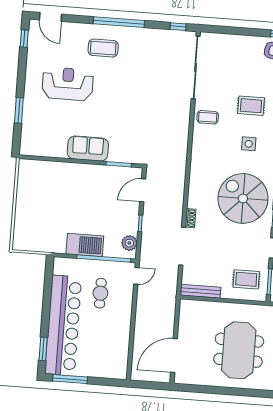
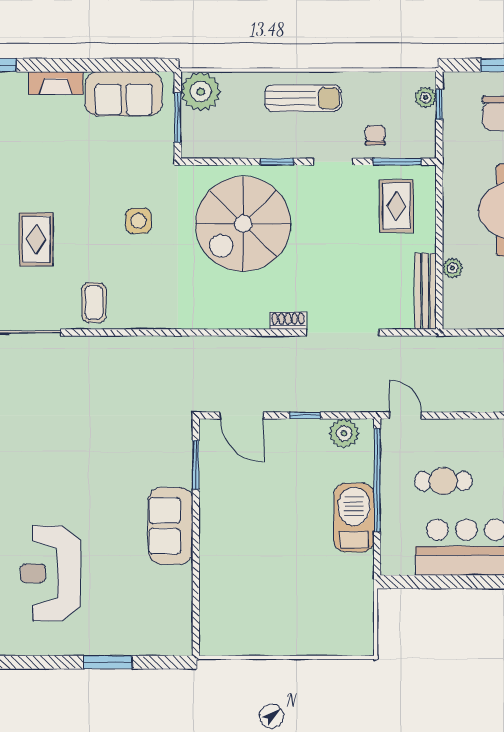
rug: (251, 106) -> (36, 239), moved
plant: (212, 306) -> (453, 268), added

